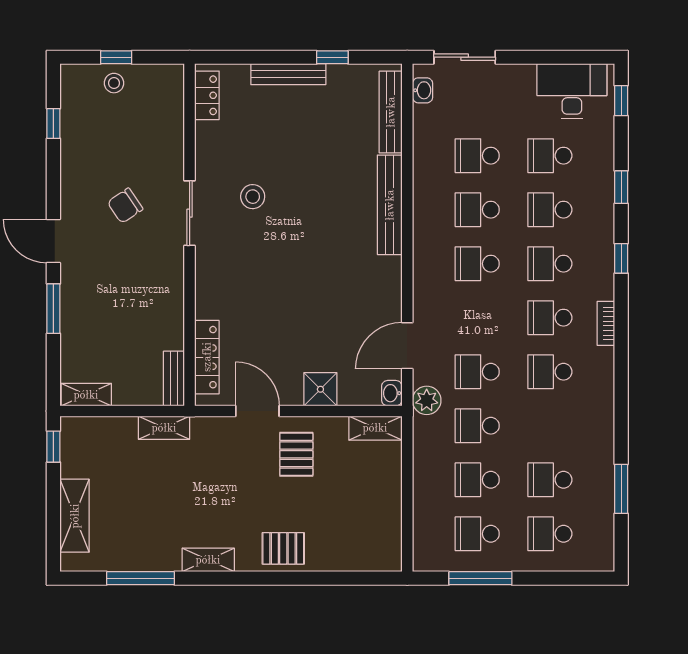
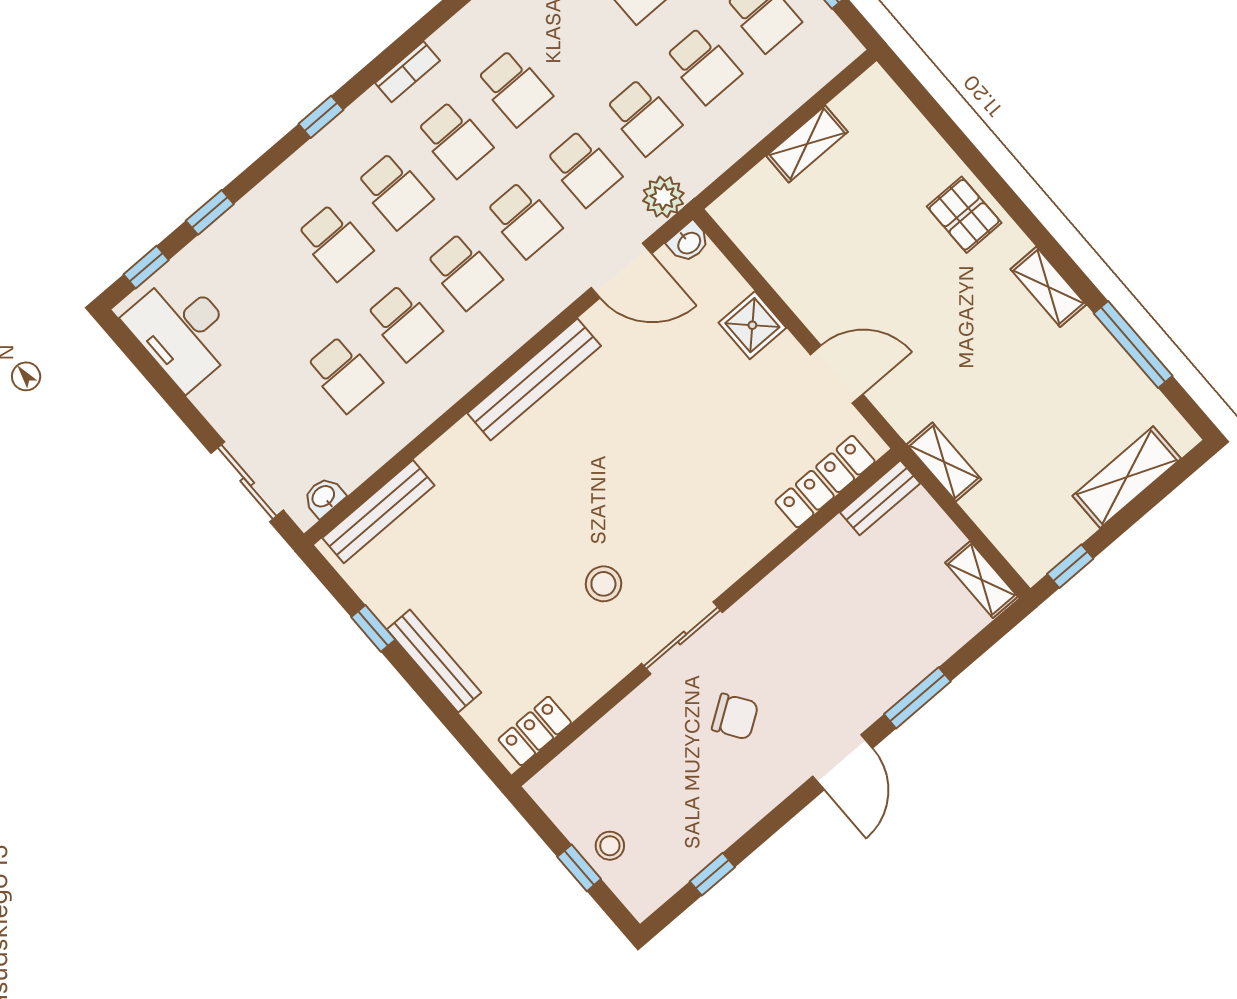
school desk: (550, 156) -> (524, 220), moved
window: (621, 187) -> (210, 212), moved
bench: (390, 205) -> (534, 380), moved
door: (257, 411) -> (837, 374), swing flipped
shelving: (375, 428) -> (807, 144), moved, turned 90
pallet: (296, 454) -> (847, 290), removed

